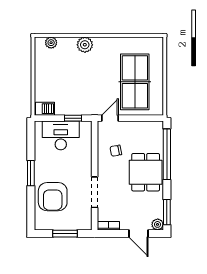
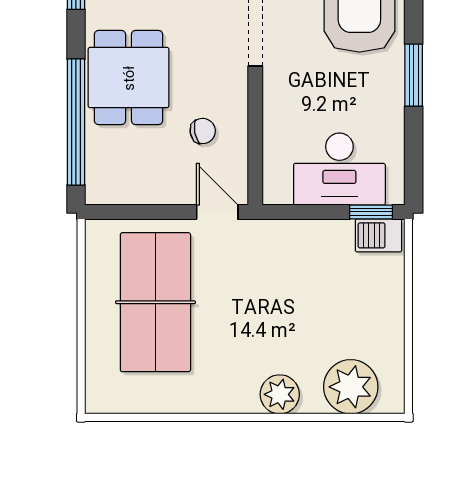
plant: (51, 43) -> (351, 387), width x1.88, depth x1.88
window: (73, 118) -> (371, 212), moved
door: (110, 118) -> (217, 212), swing flipped

